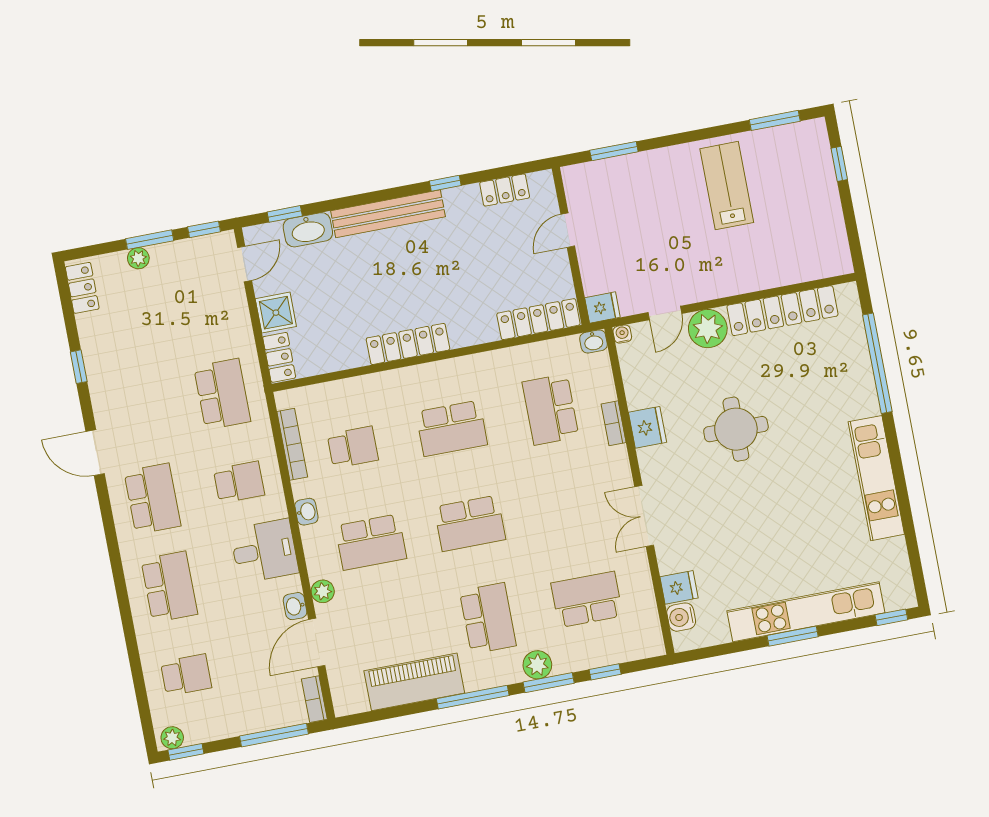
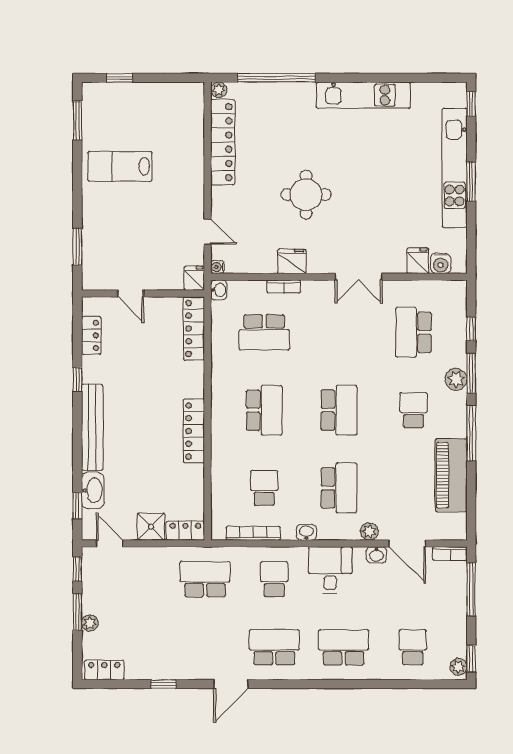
plant: (708, 329) -> (219, 90), moved, width x0.53, depth x0.53
school desk: (488, 618) -> (414, 410), width x0.54

